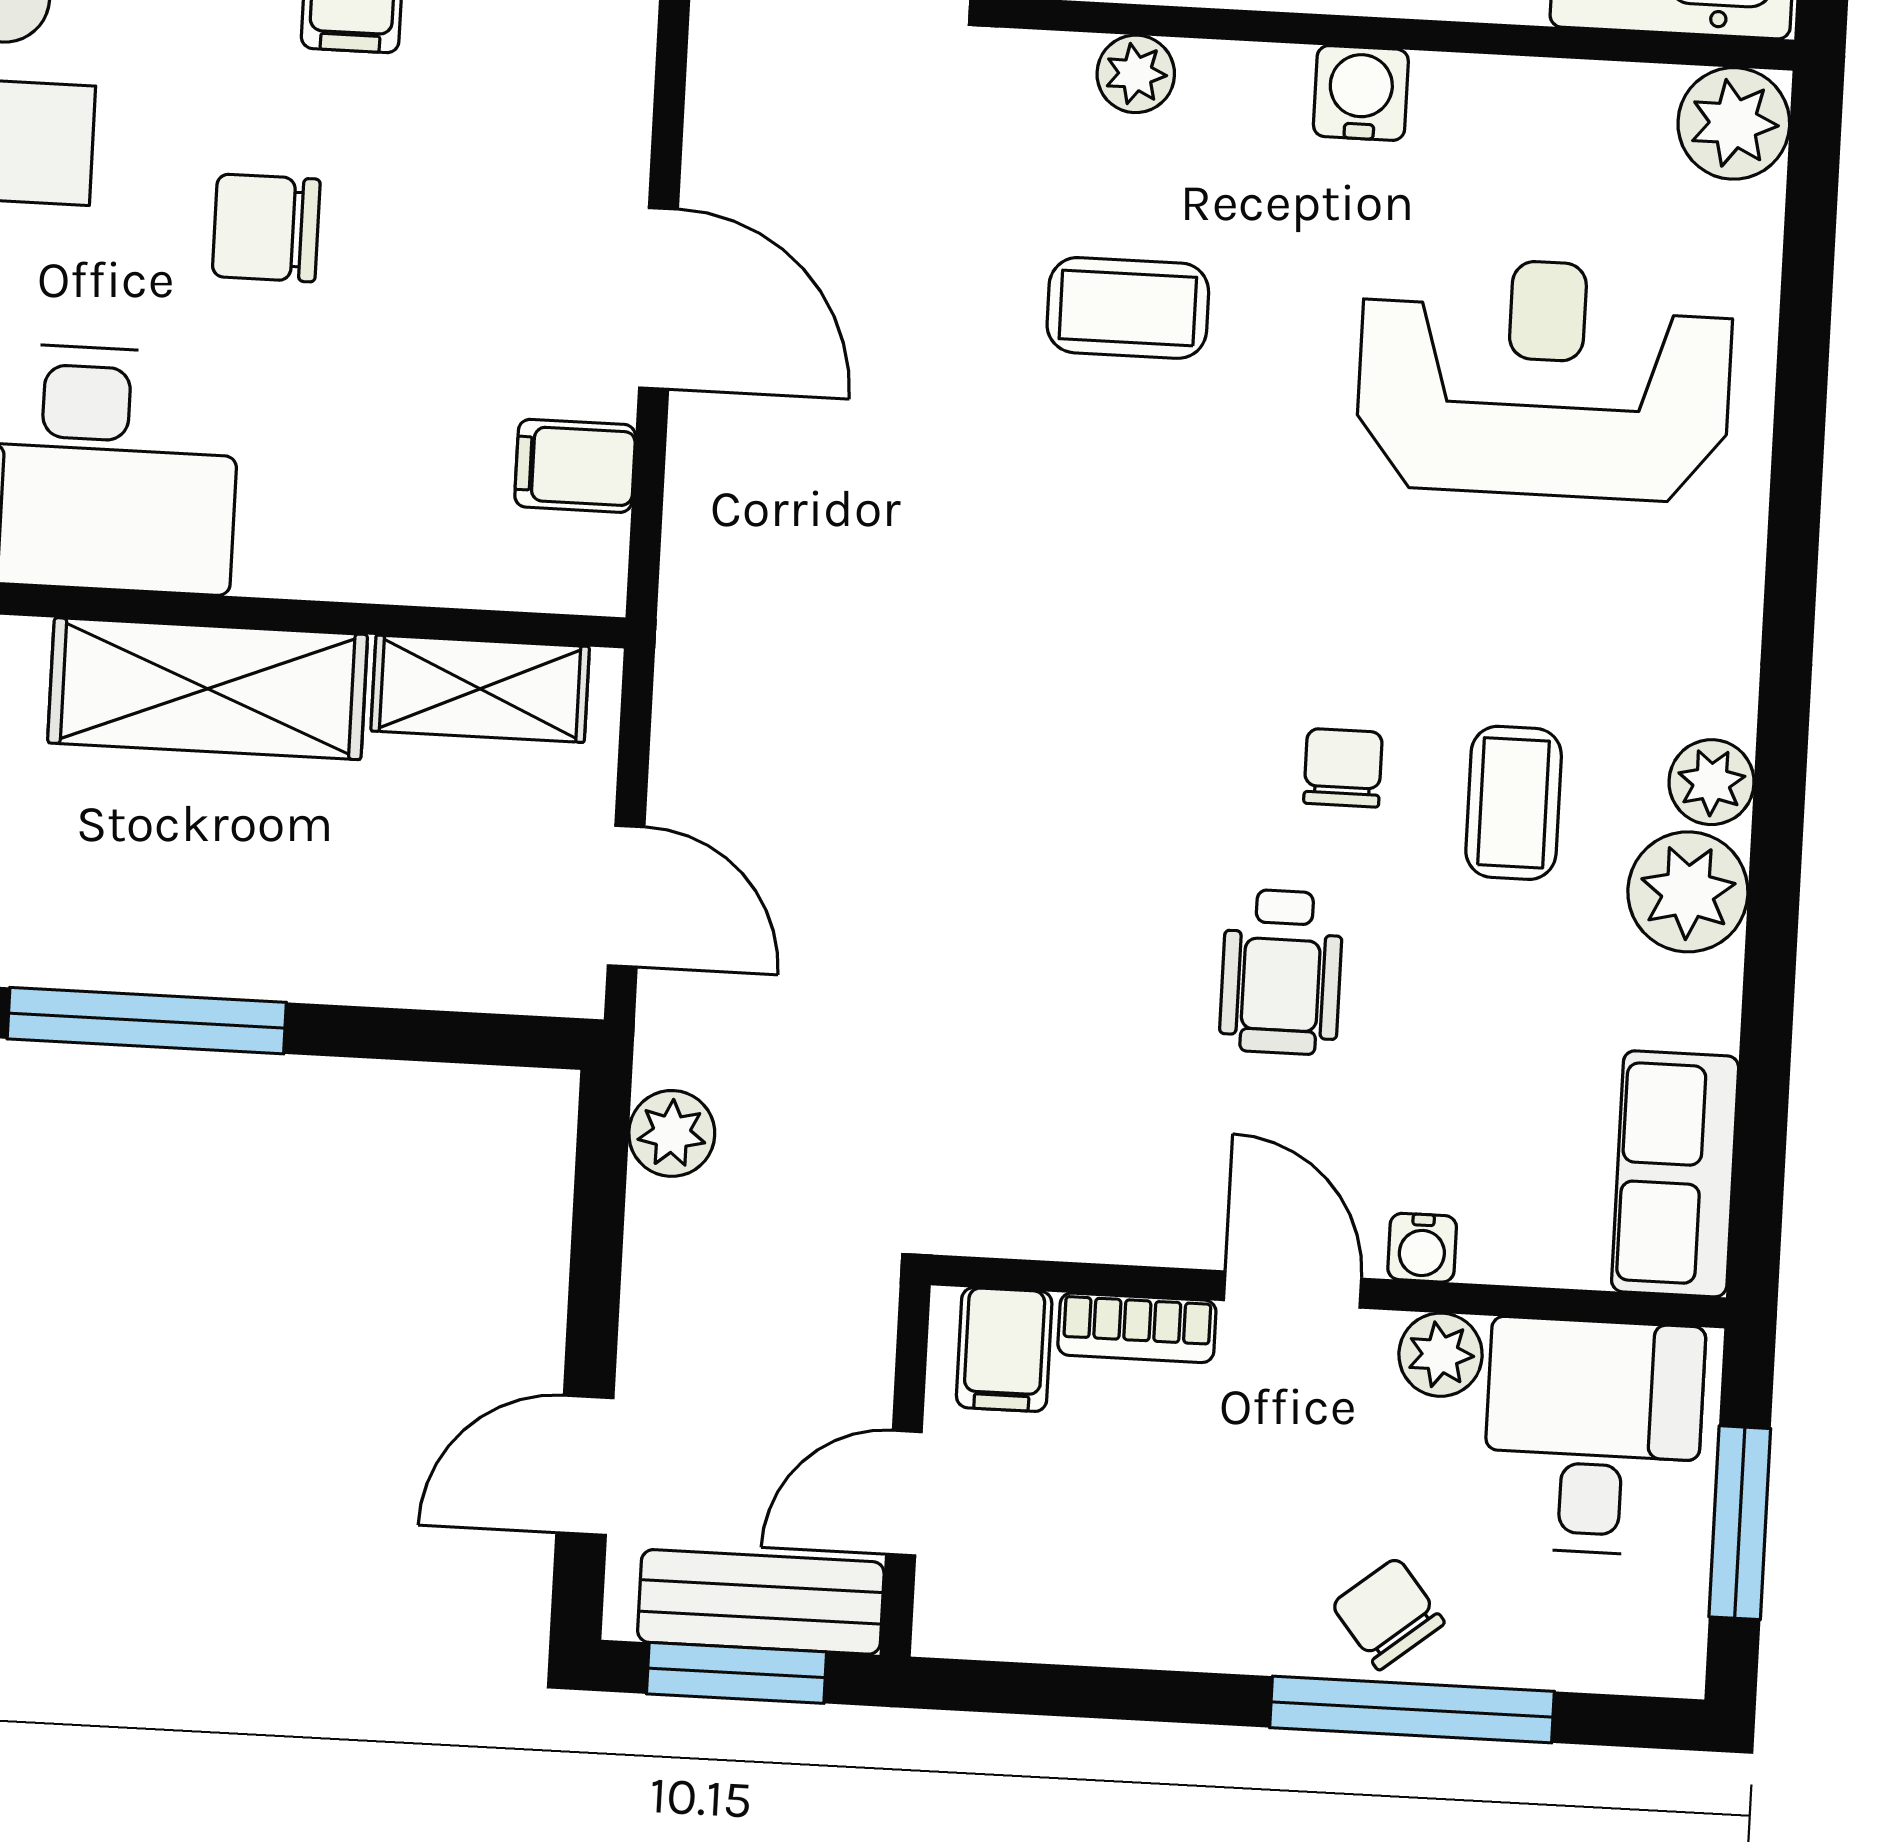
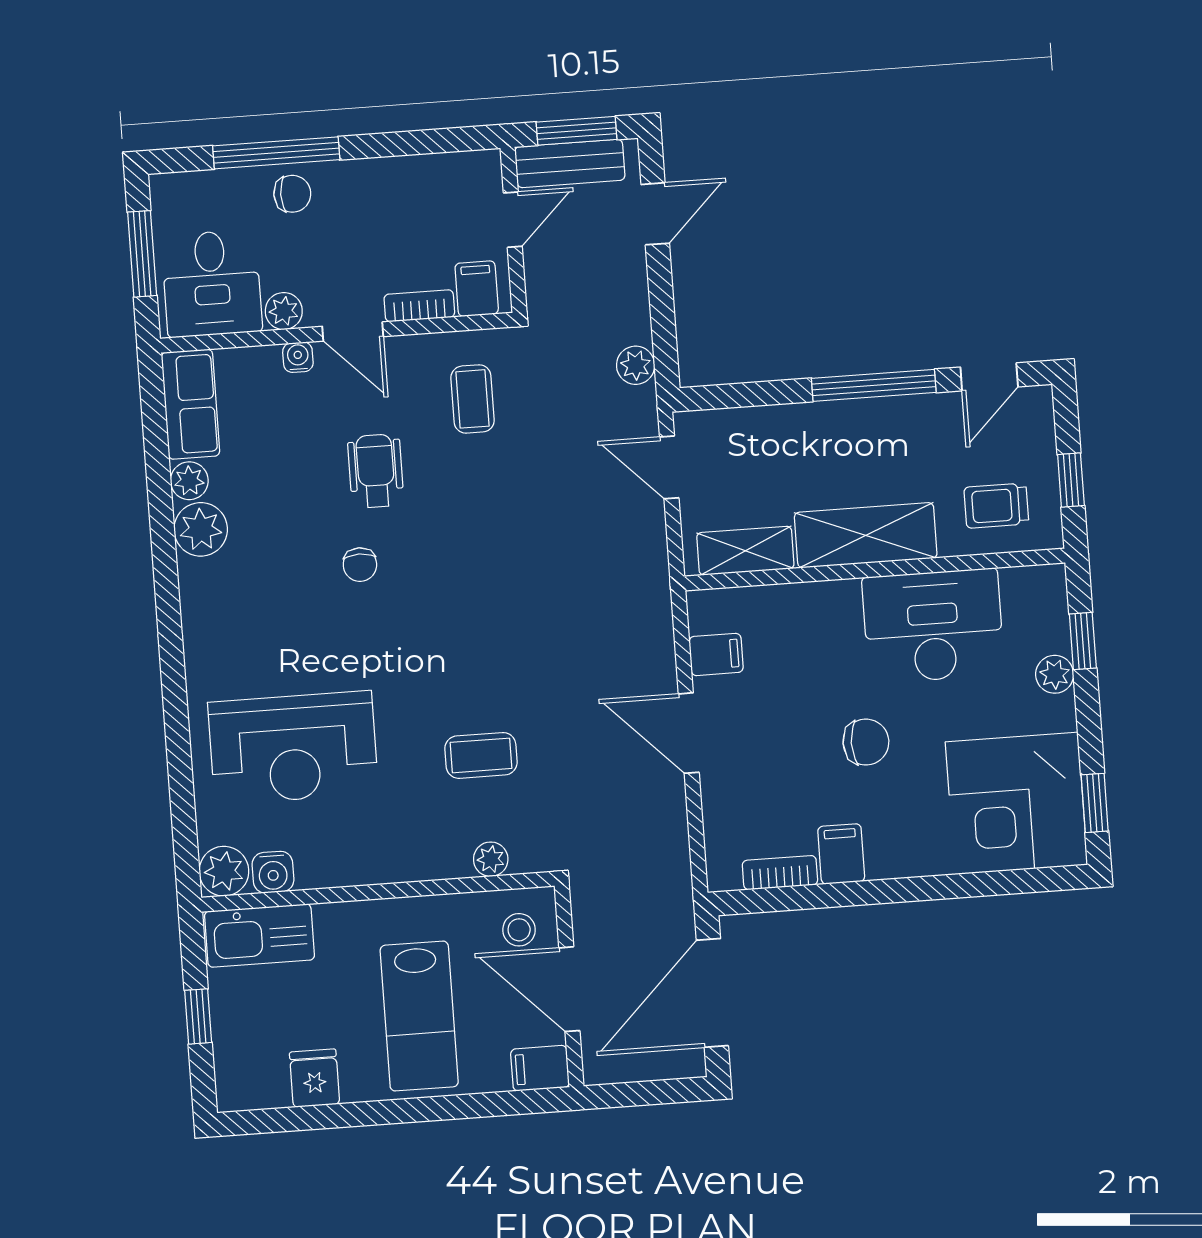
water cooler: (1361, 93) -> (273, 872), moved
plant: (1711, 782) -> (189, 481), moved
coffee table: (1514, 803) -> (473, 399), moved
chair: (1388, 1614) -> (292, 194), turned -51

